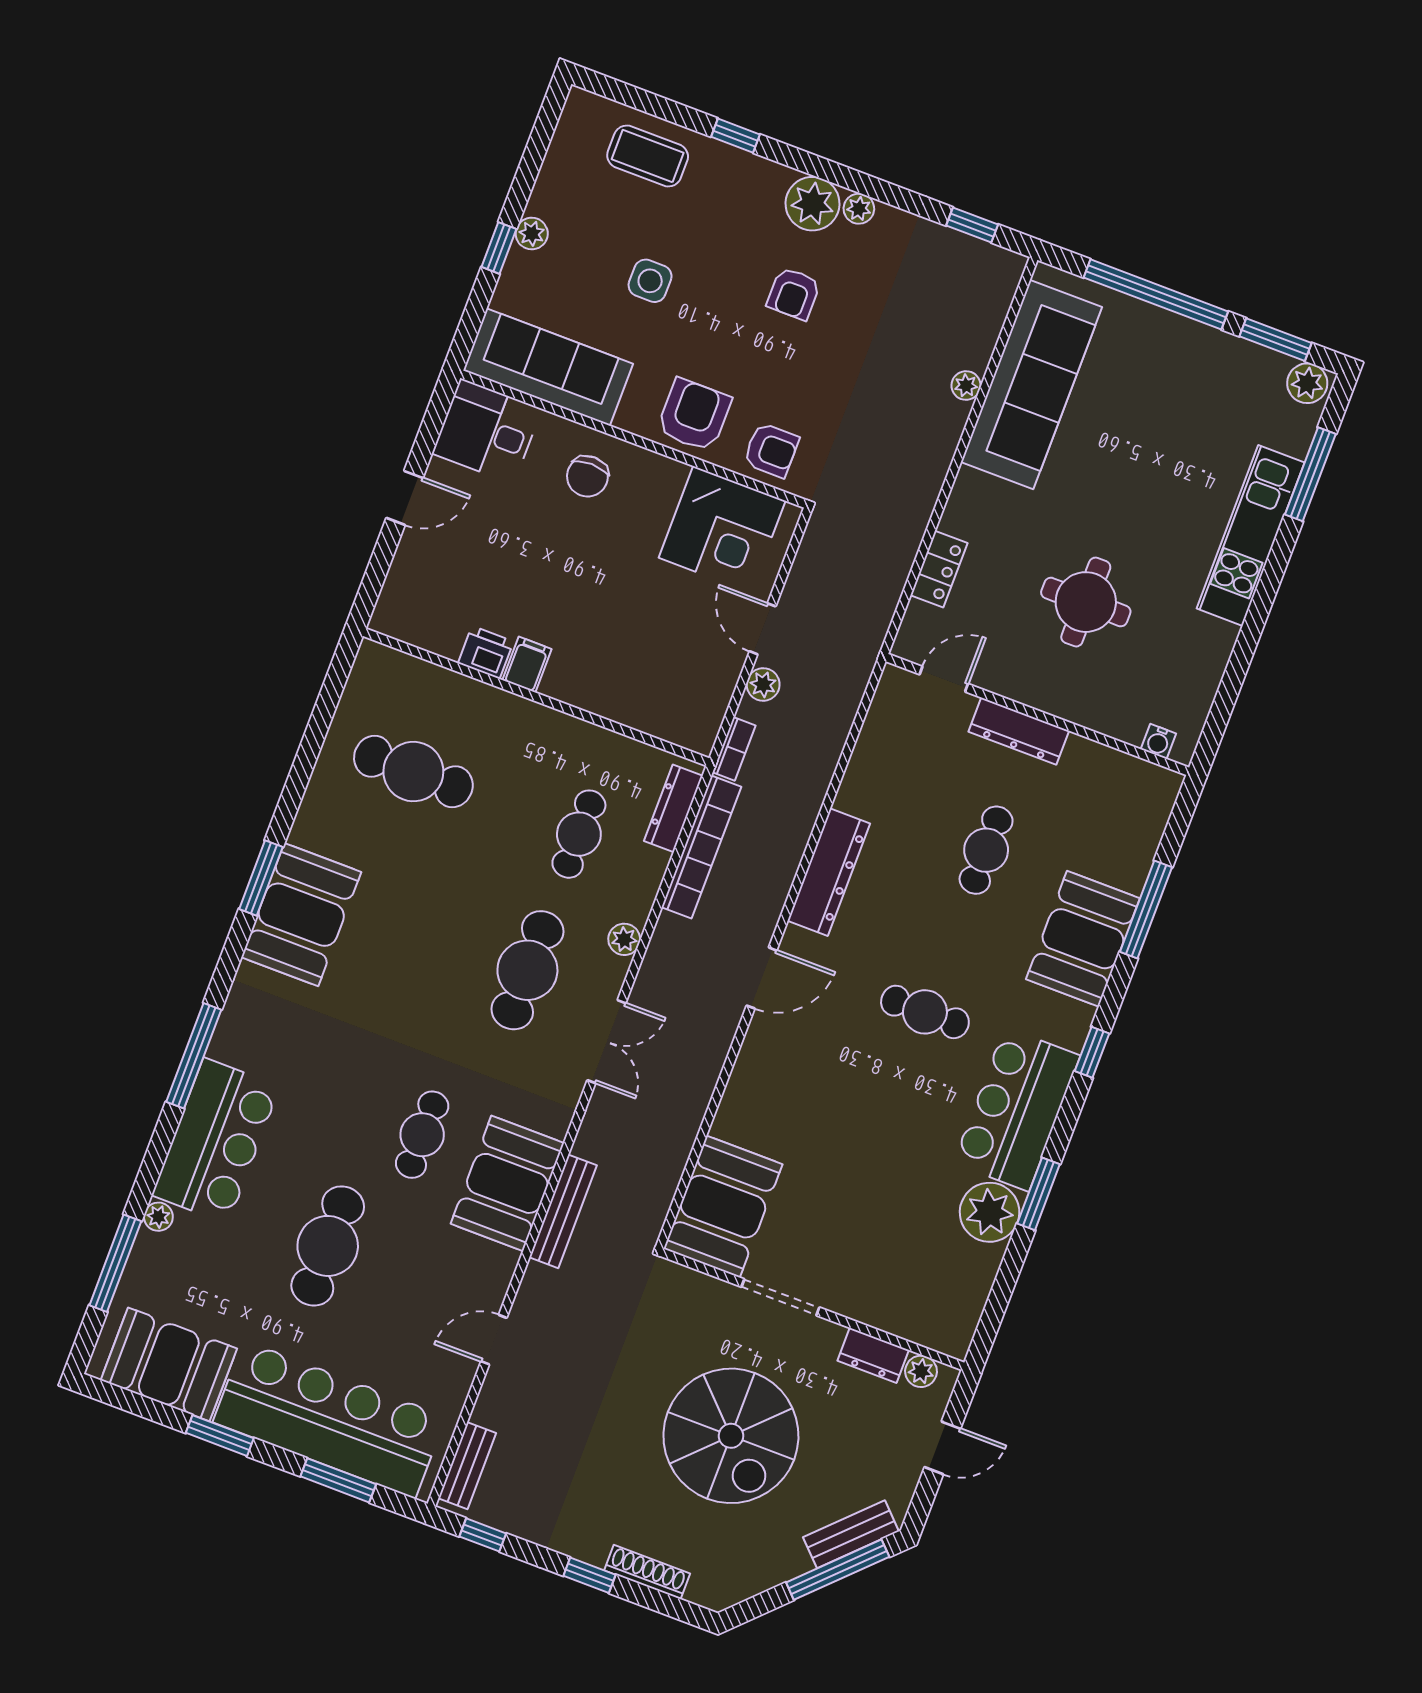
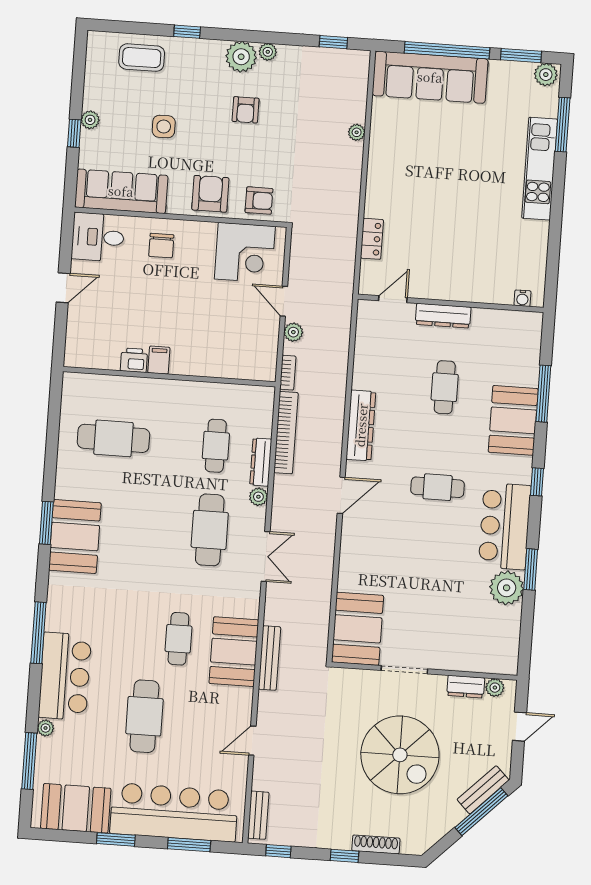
sofa: (1031, 385) -> (430, 77), moved, turned 90
round table: (1086, 602) -> (459, 233), removed
dresser: (673, 808) -> (261, 462), moved

